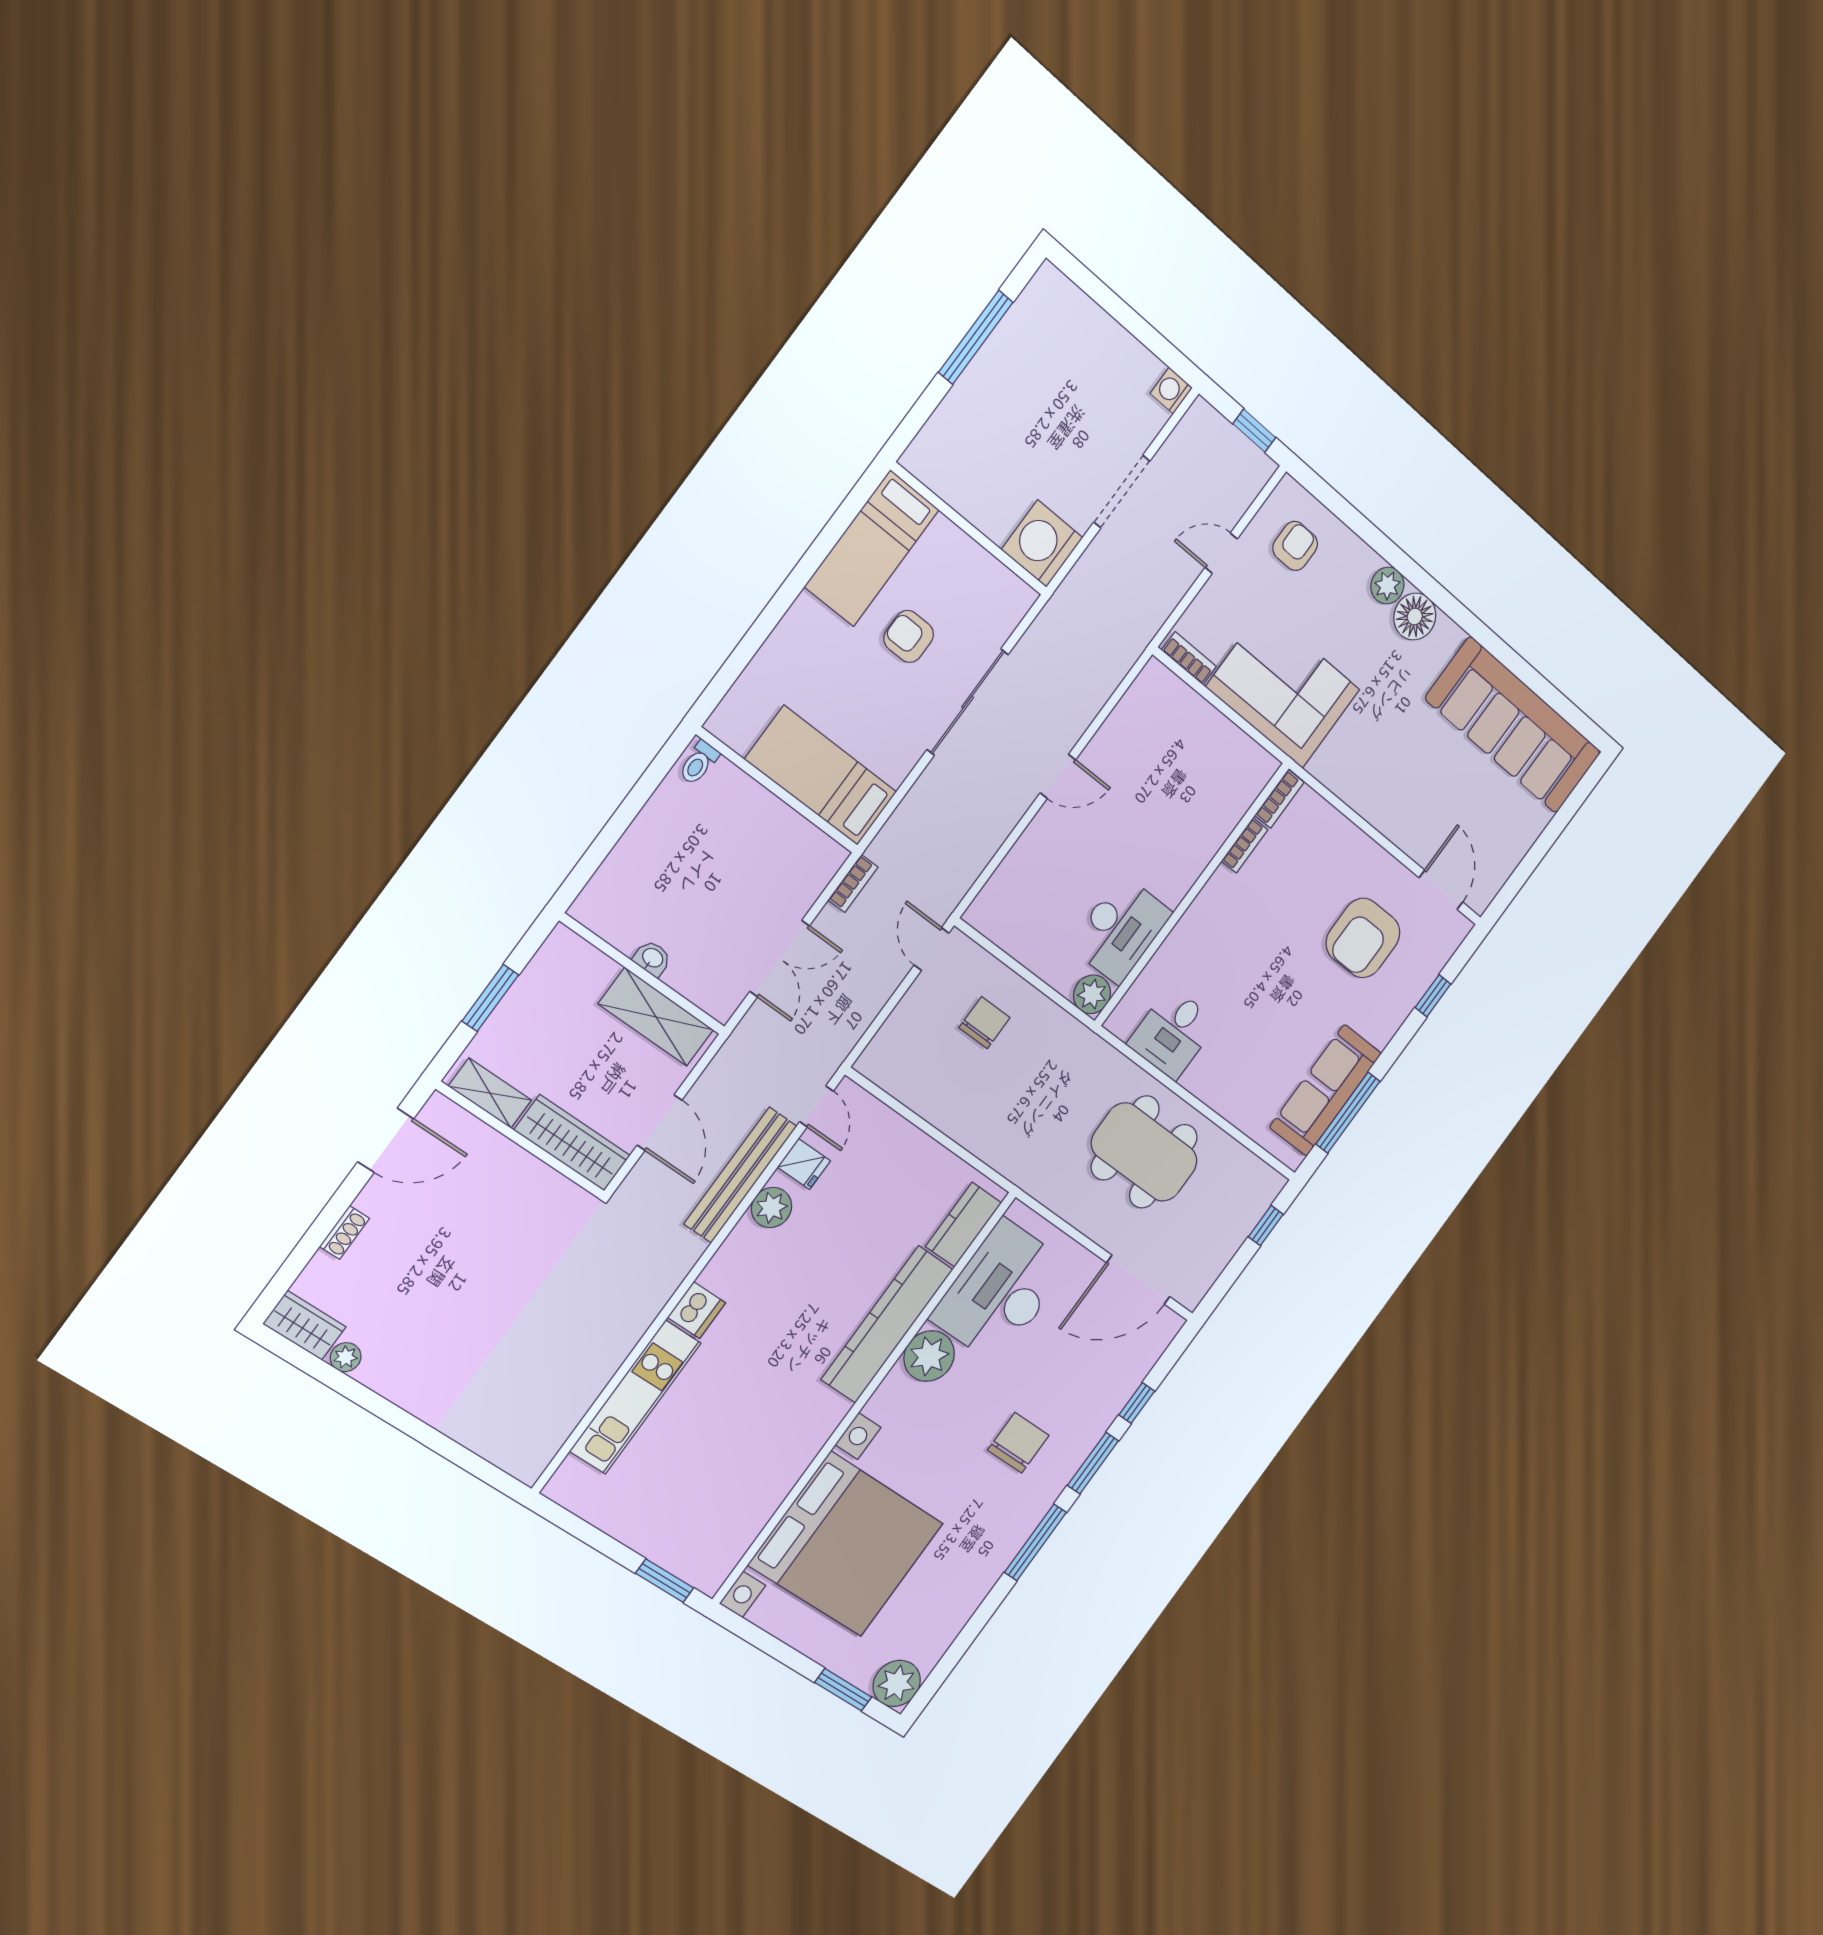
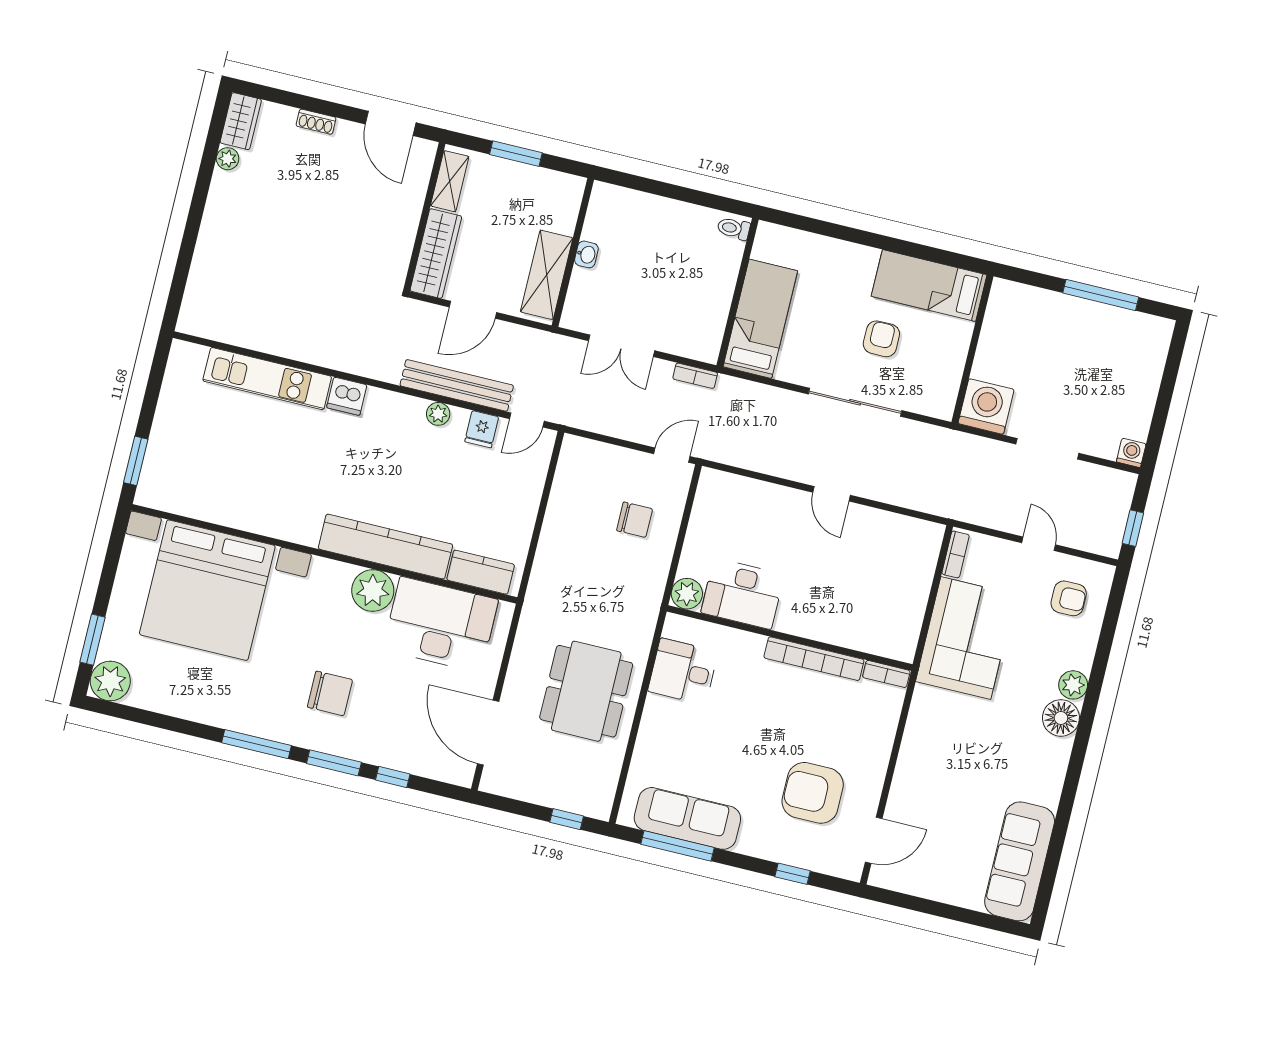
sofa: (1513, 726) -> (1020, 861), width x0.74, depth x0.79
bookcase: (1245, 845) -> (814, 659), width x2.31, depth x1.31
plant: (772, 1208) -> (438, 414), width x0.73, depth x0.73

